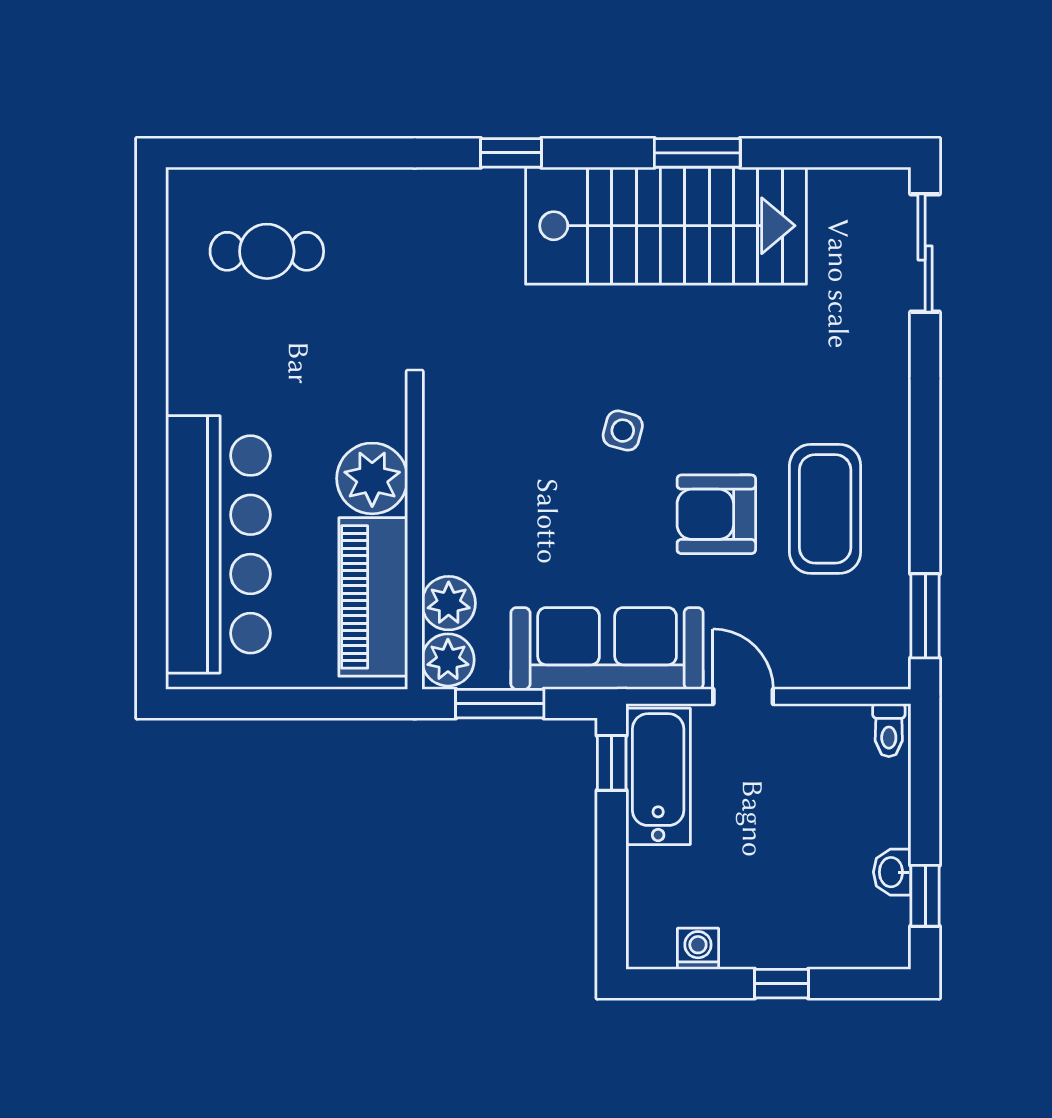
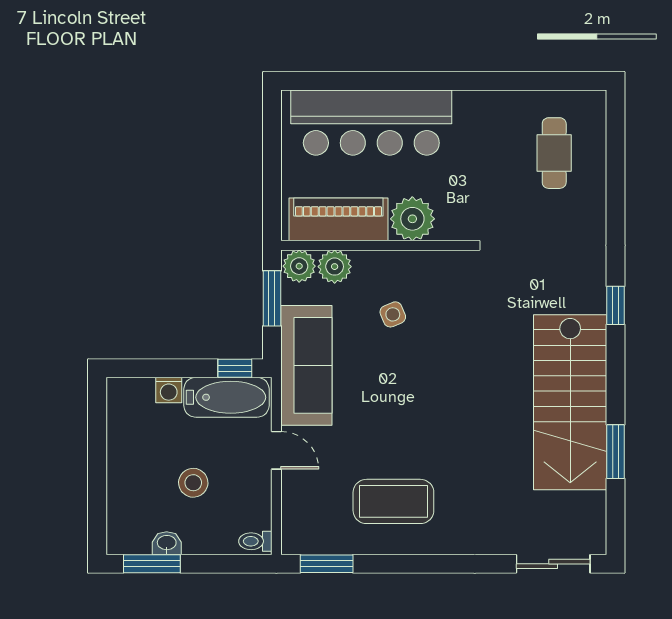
window: (697, 153) -> (616, 452), moved
side table: (623, 431) -> (393, 314), moved, turned -38
armchair: (716, 514) -> (390, 434), removed
door: (743, 696) -> (276, 450), hinge flipped
stool: (795, 830) -> (193, 483), added
window: (925, 896) -> (152, 564), width x1.50
washing machine: (698, 949) -> (169, 390), moved, turned 90
window: (782, 984) -> (97, 474), removed

